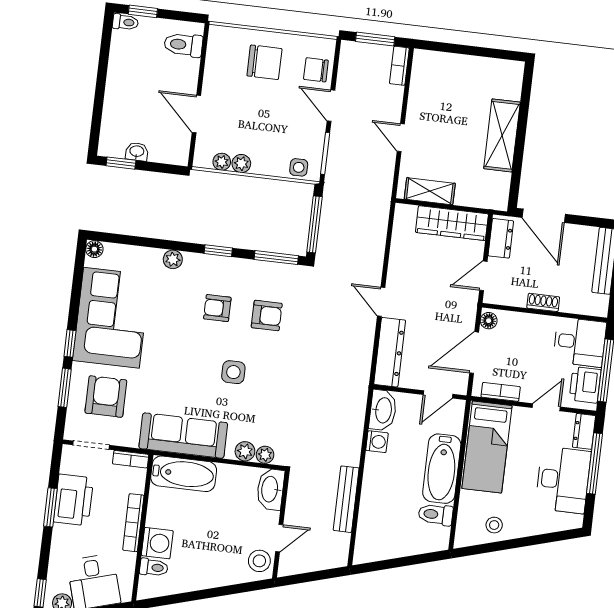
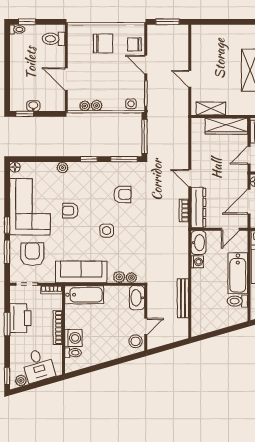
bookcase: (399, 66) -> (184, 211), moved
armchair: (217, 308) -> (70, 211), moved

